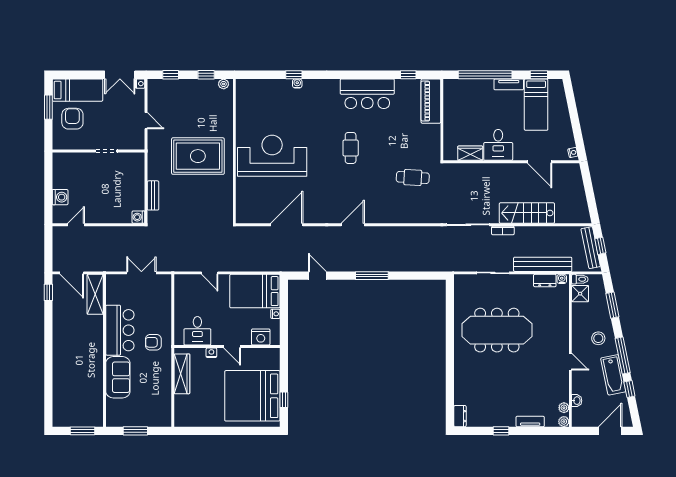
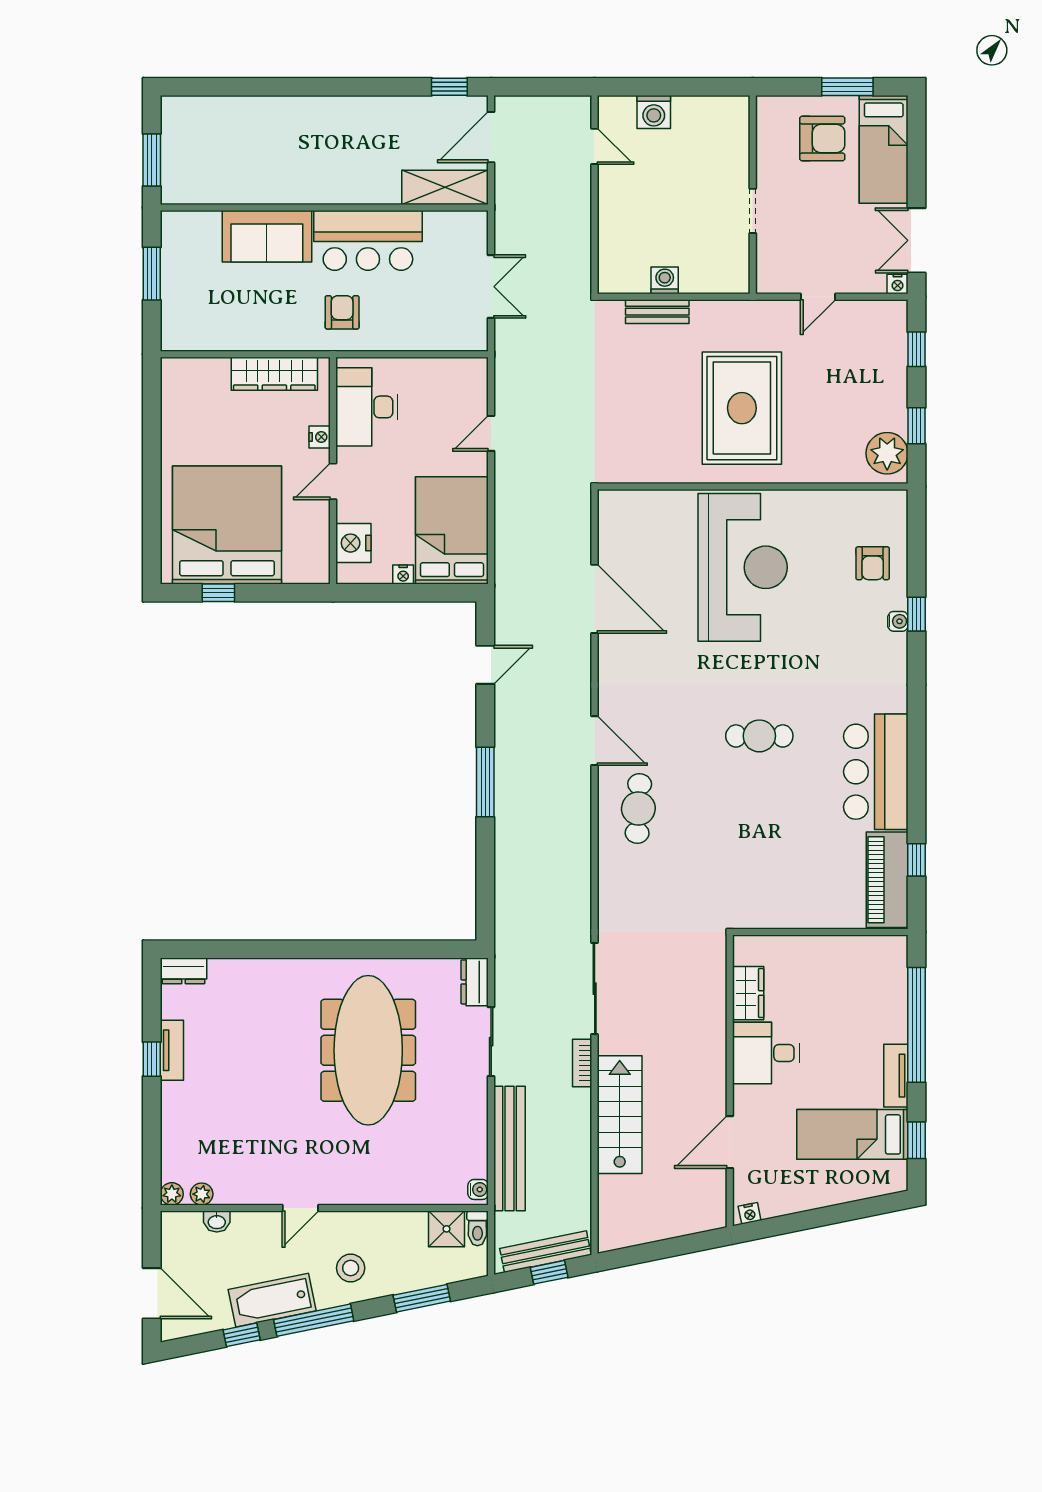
plant: (224, 84) -> (887, 453), width x1.88, depth x1.88
armchair: (270, 95) -> (873, 563), added
piano: (431, 101) -> (887, 880), moved, turned -90
cafe table: (413, 178) -> (638, 809), moved
washing machine: (138, 217) -> (665, 280), moved
dresser: (545, 280) -> (475, 982), moved
desk: (197, 331) -> (367, 407), width x1.37
tv unit: (530, 421) -> (172, 1050), moved

